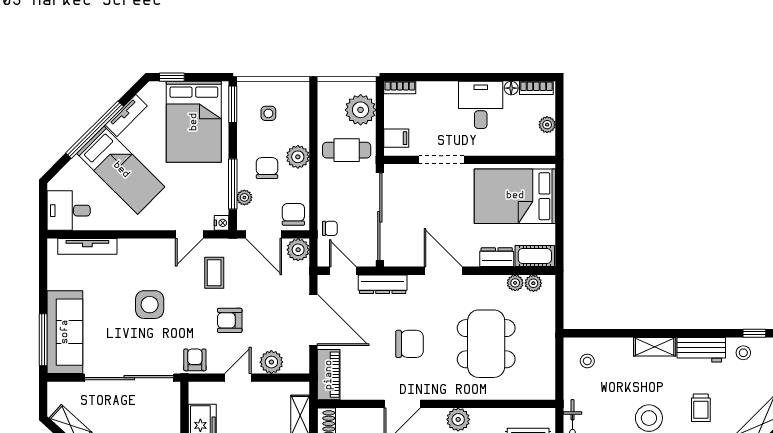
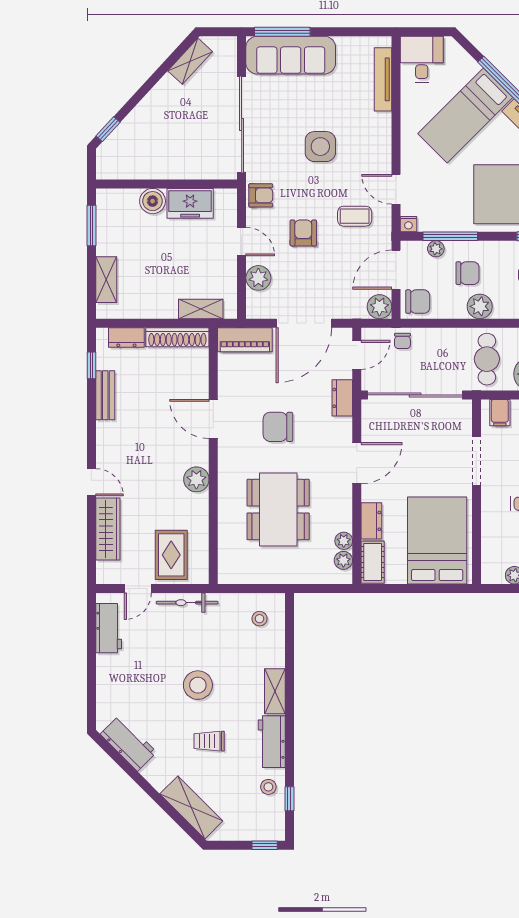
dresser: (383, 284) -> (342, 398), width x0.70
chair: (409, 344) -> (278, 427), turned 90
dining table: (486, 344) -> (278, 510), turned 90

